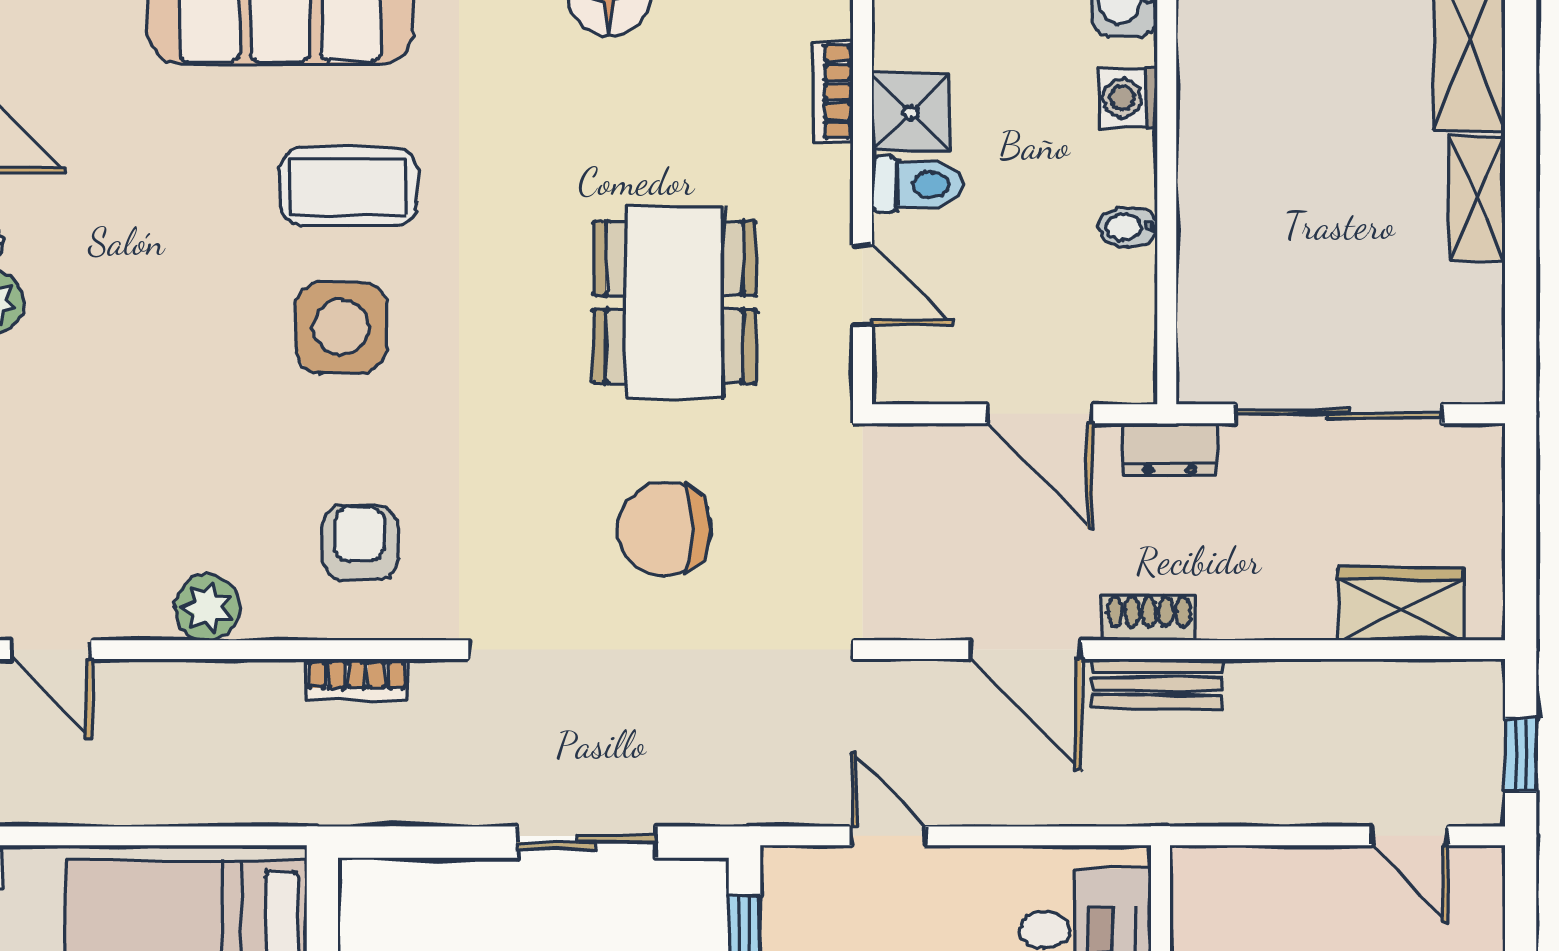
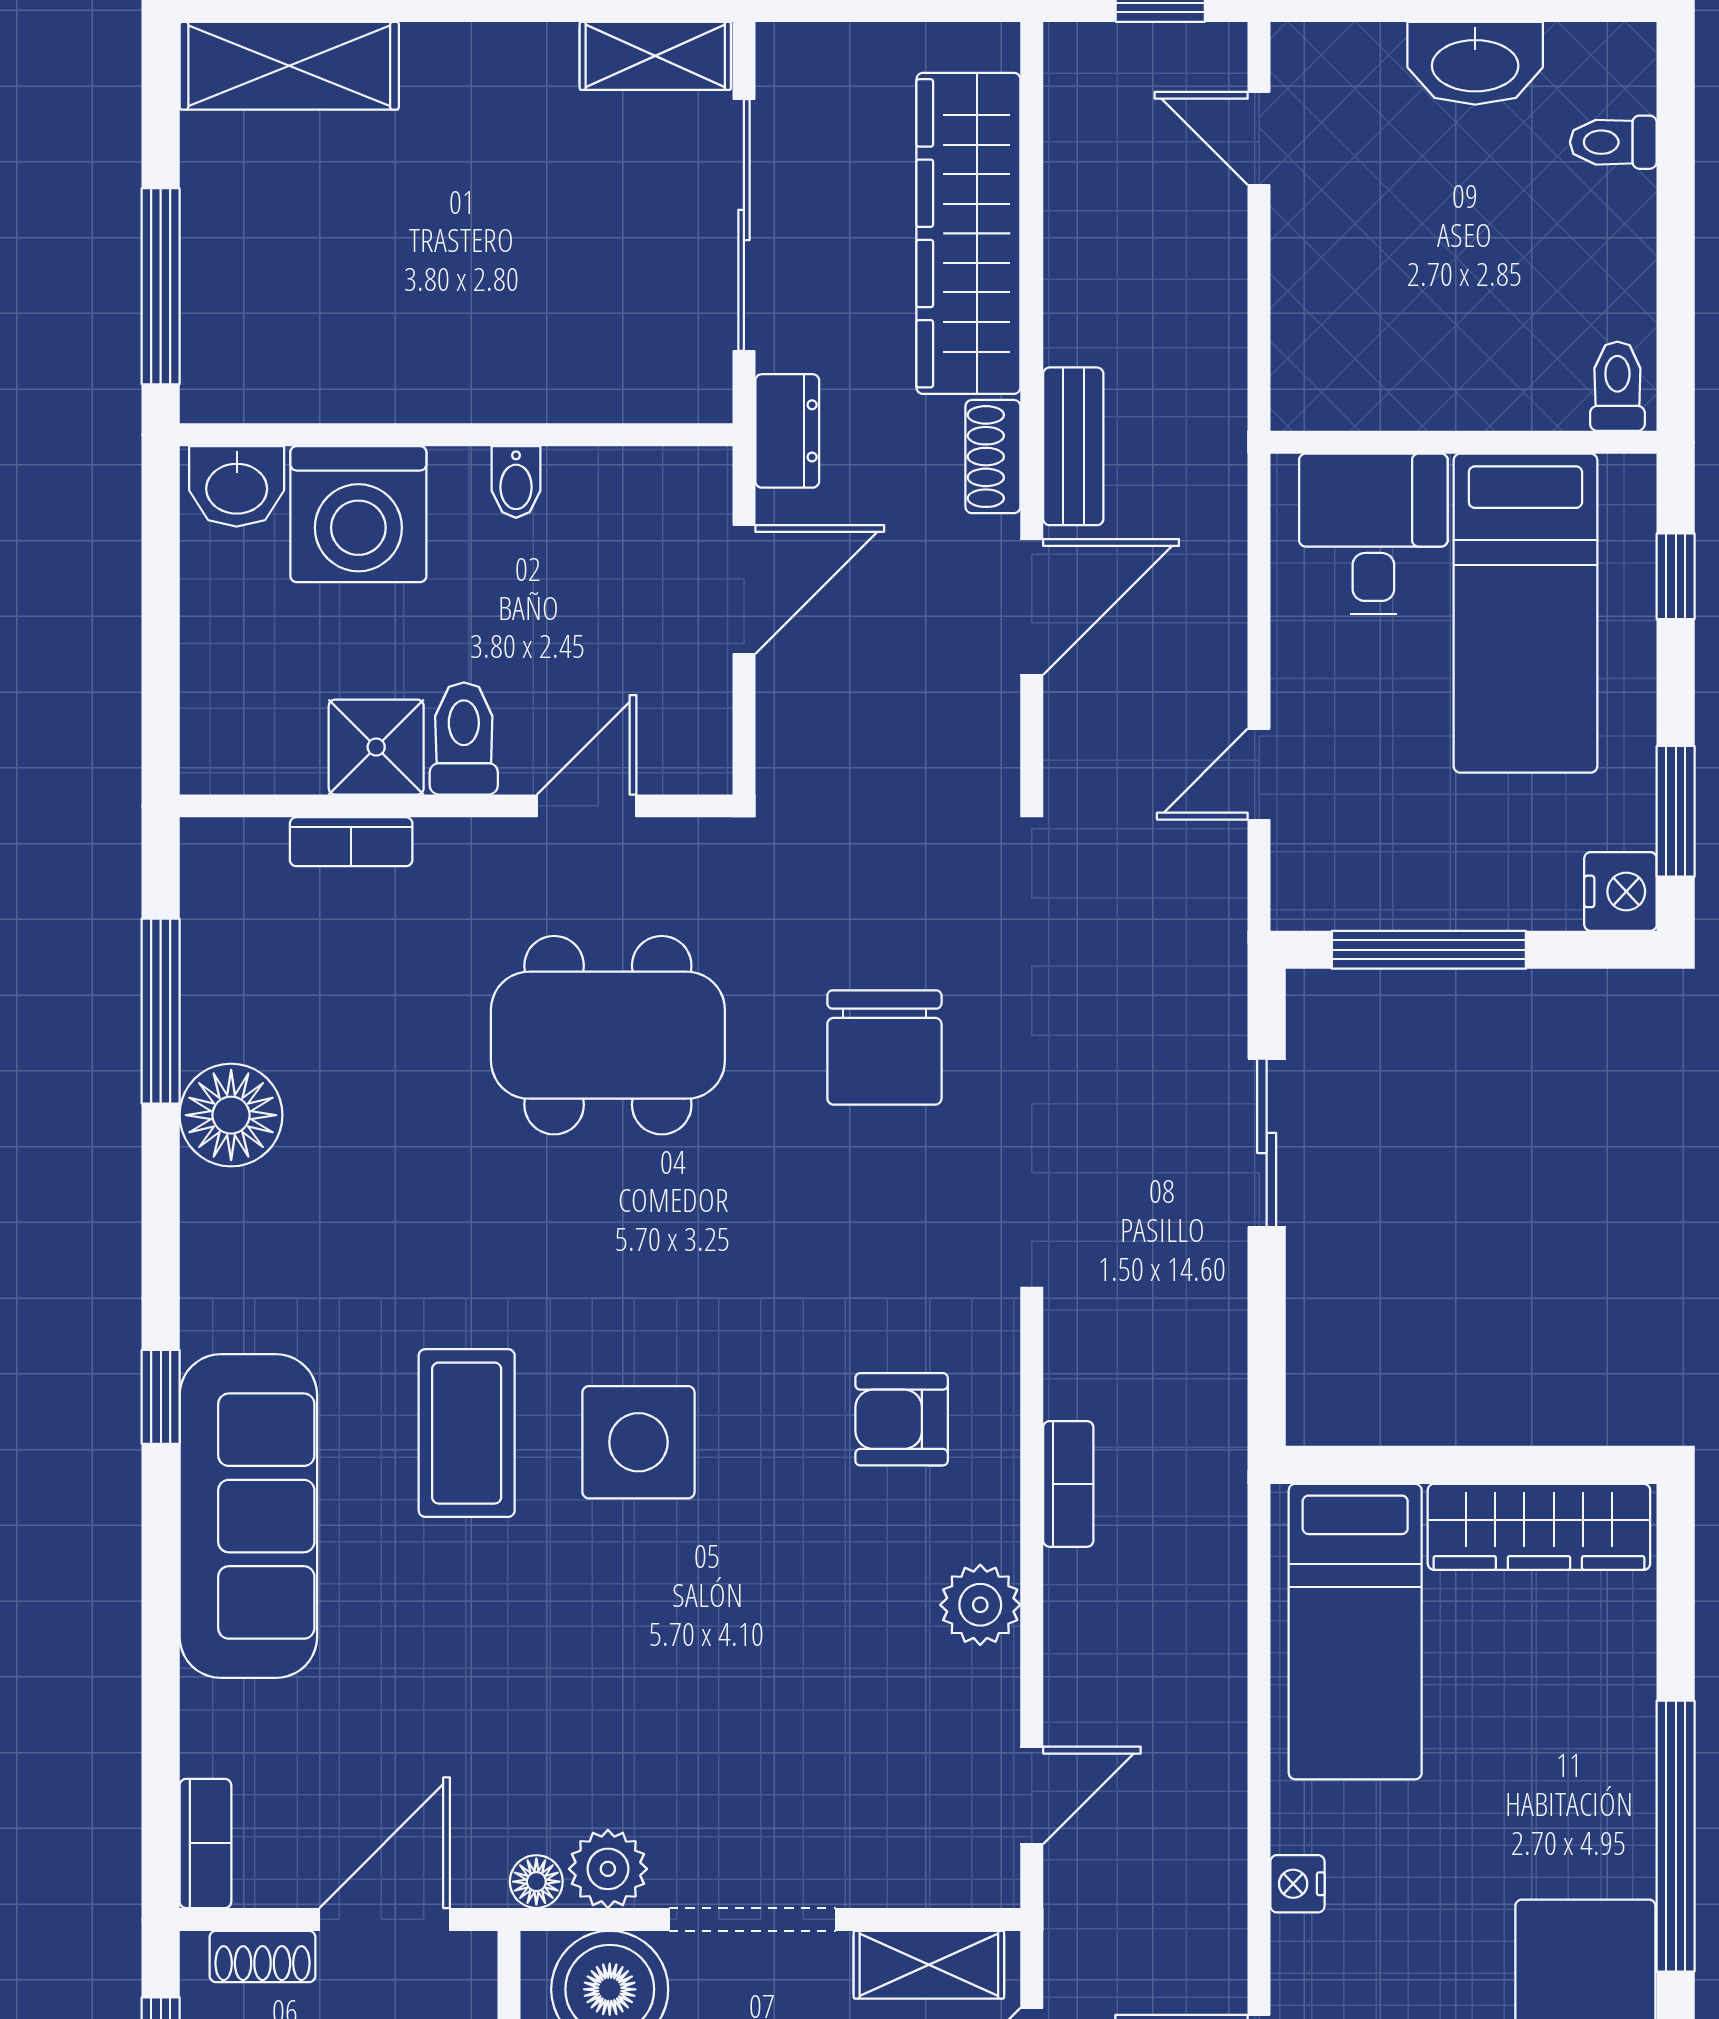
washing machine: (1128, 98) -> (358, 514), width x1.89, depth x1.89
shelving: (1477, 198) -> (655, 56), moved
wardrobe: (1401, 604) -> (968, 233), width x2.10, depth x1.17
bookcase: (357, 680) -> (1068, 1484), moved
door: (1410, 836) -> (1259, 138), swing flipped

